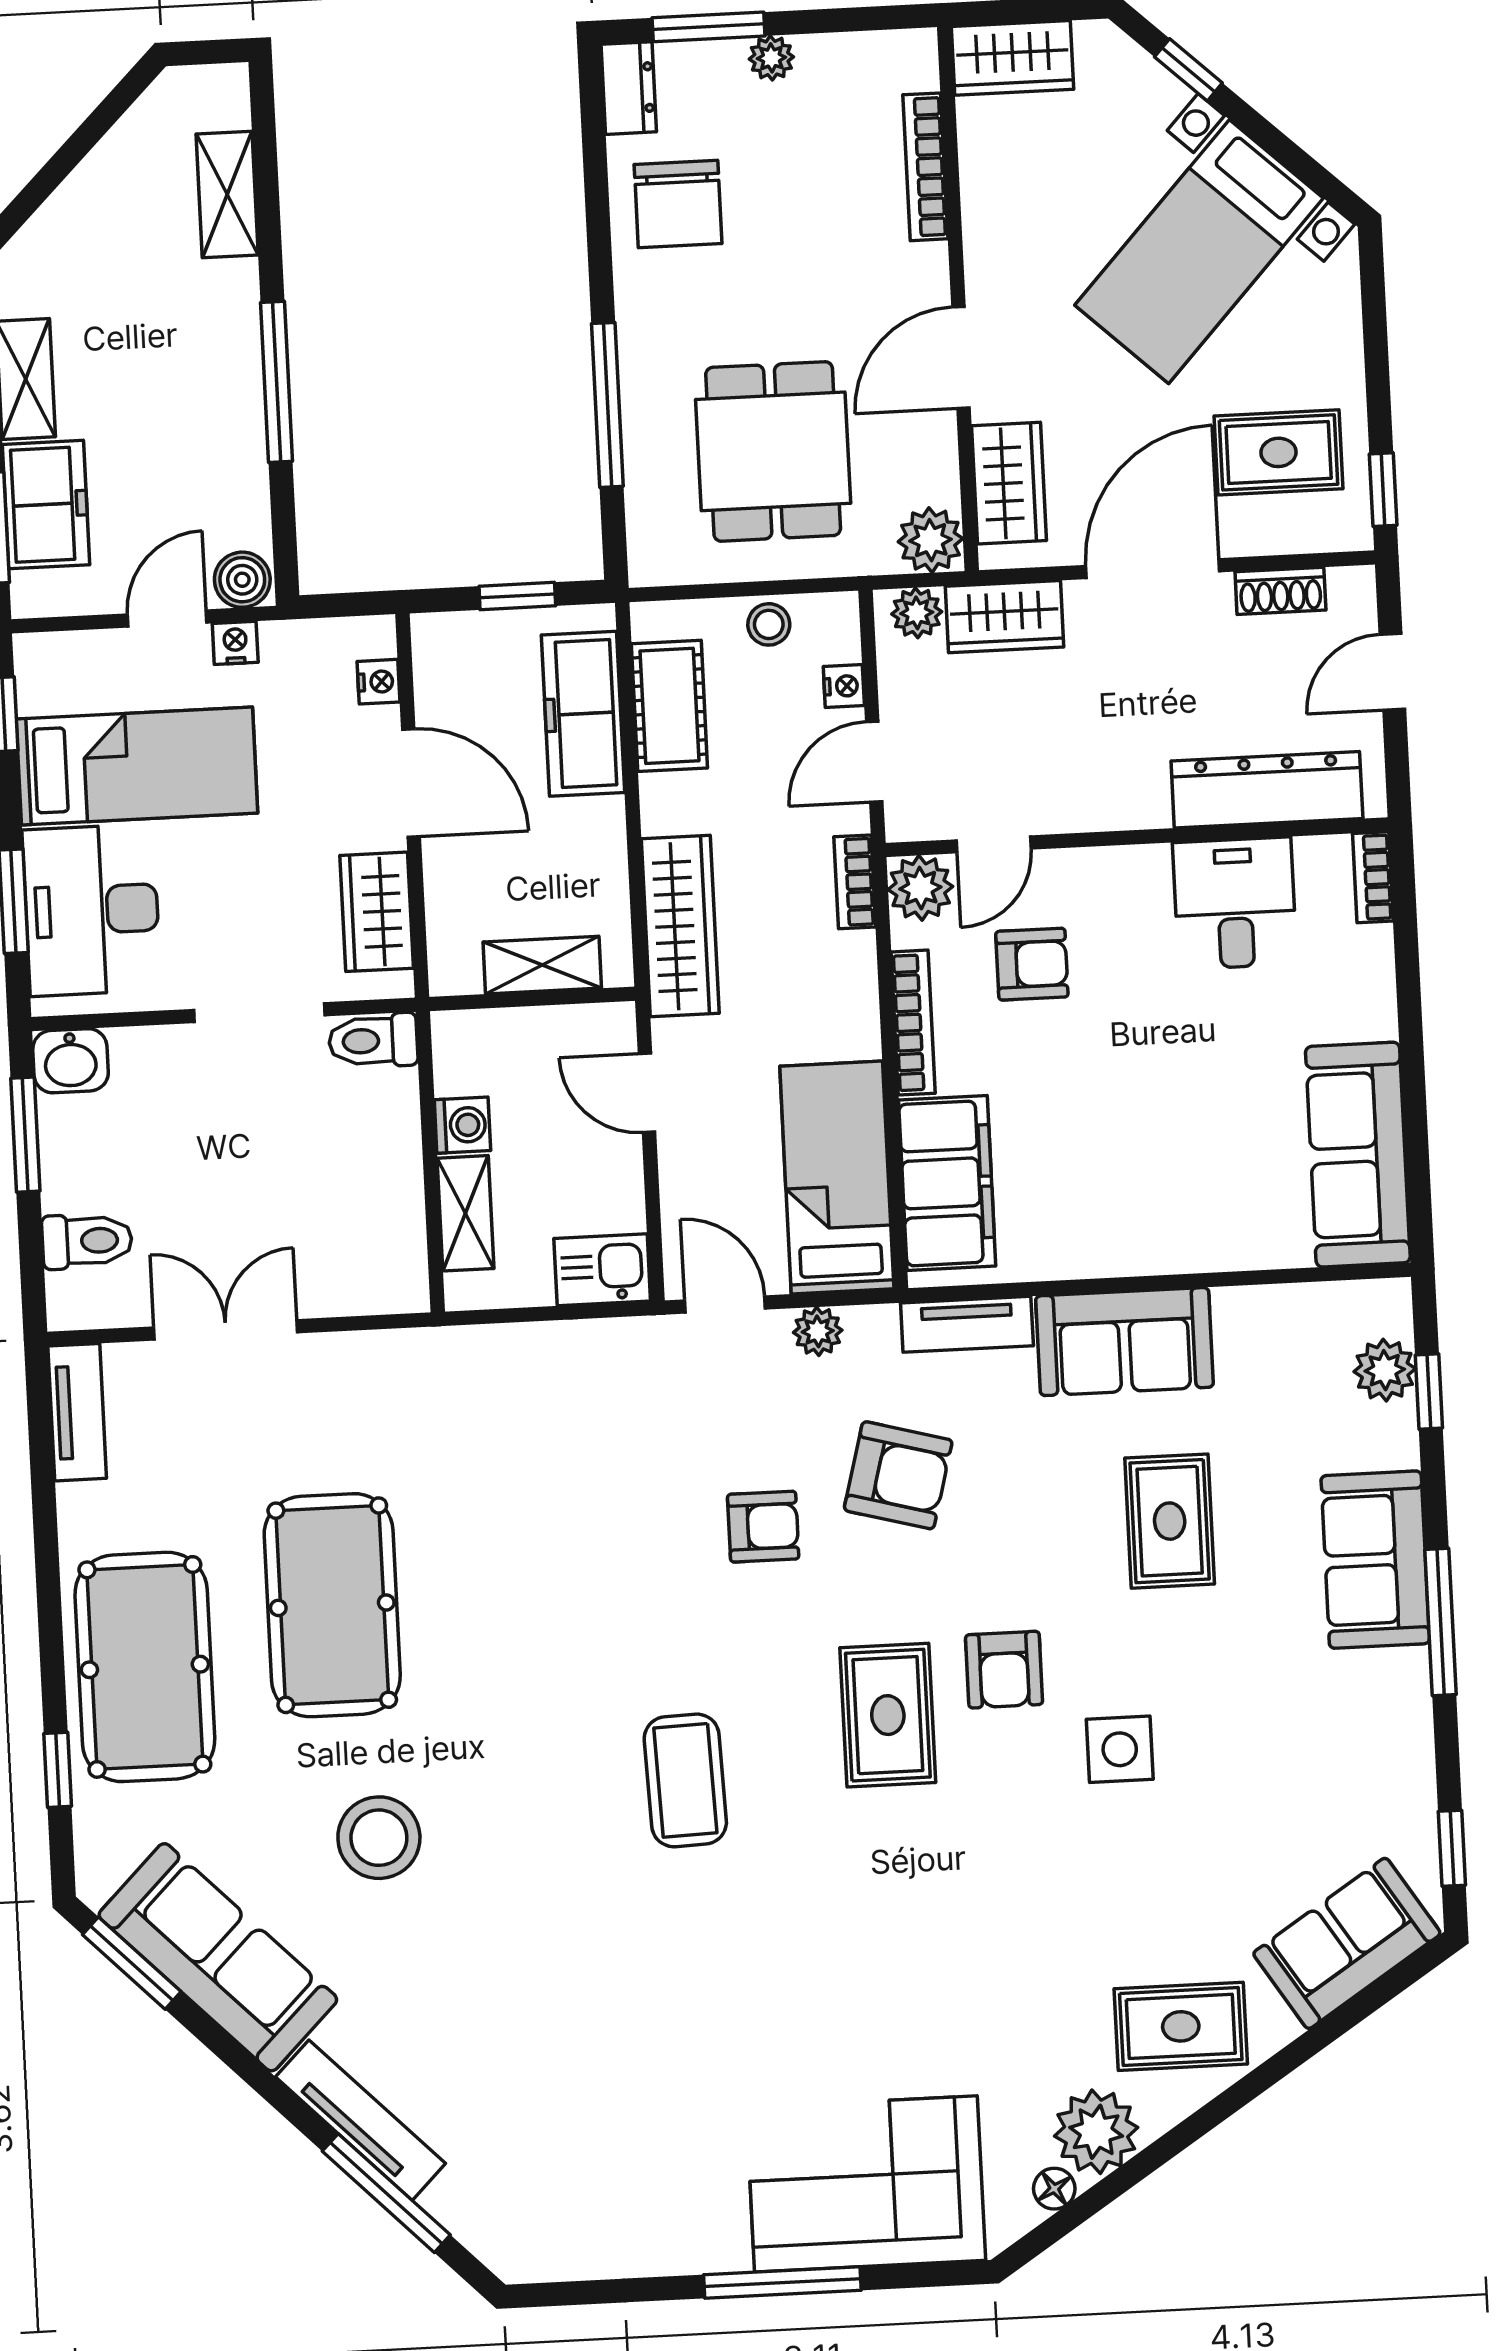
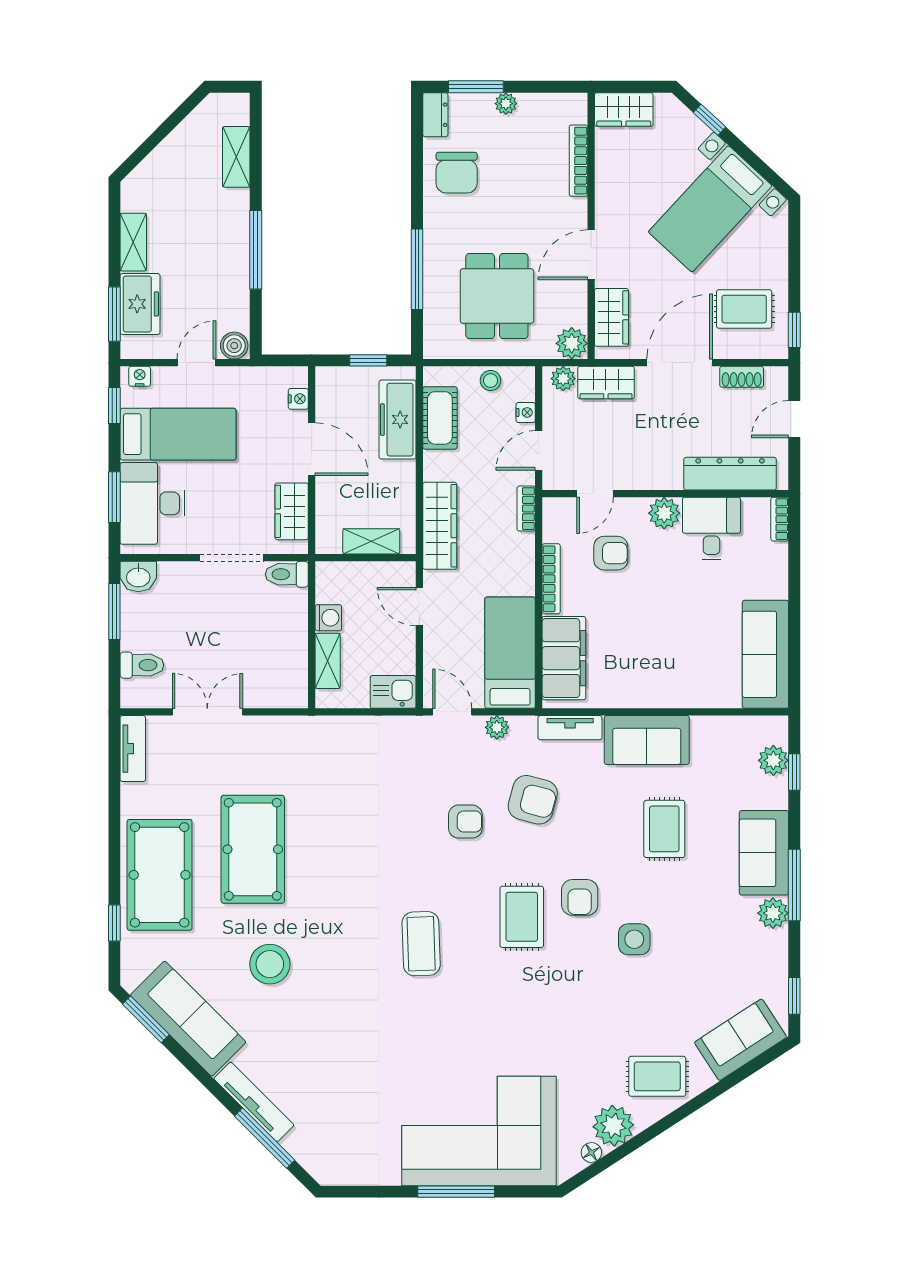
nightstand: (235, 643) -> (140, 376), moved
plant: (920, 888) -> (664, 513), moved
plant: (1400, 1682) -> (773, 913), added
corner sofa: (866, 2184) -> (479, 1131), width x1.36, depth x1.36

